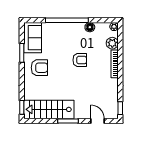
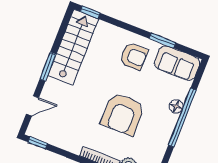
floor lamp: (90, 27) -> (176, 106), moved
armchair: (80, 60) -> (123, 114), width x1.88, depth x1.88
armchair: (39, 68) -> (134, 56), turned -90

